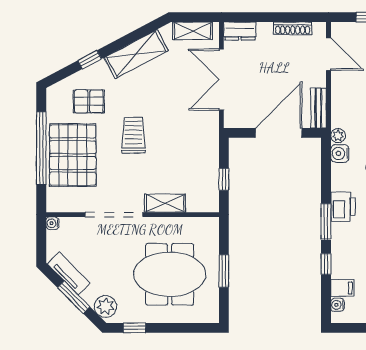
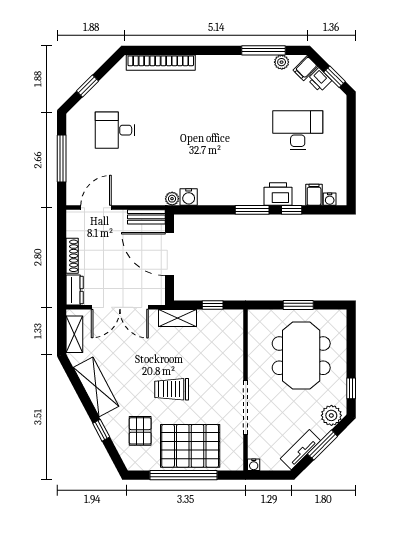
shoe rack: (293, 28) -> (72, 256), moved
shelving: (165, 203) -> (177, 318), moved, turned 90
printer: (343, 207) -> (278, 194), moved

